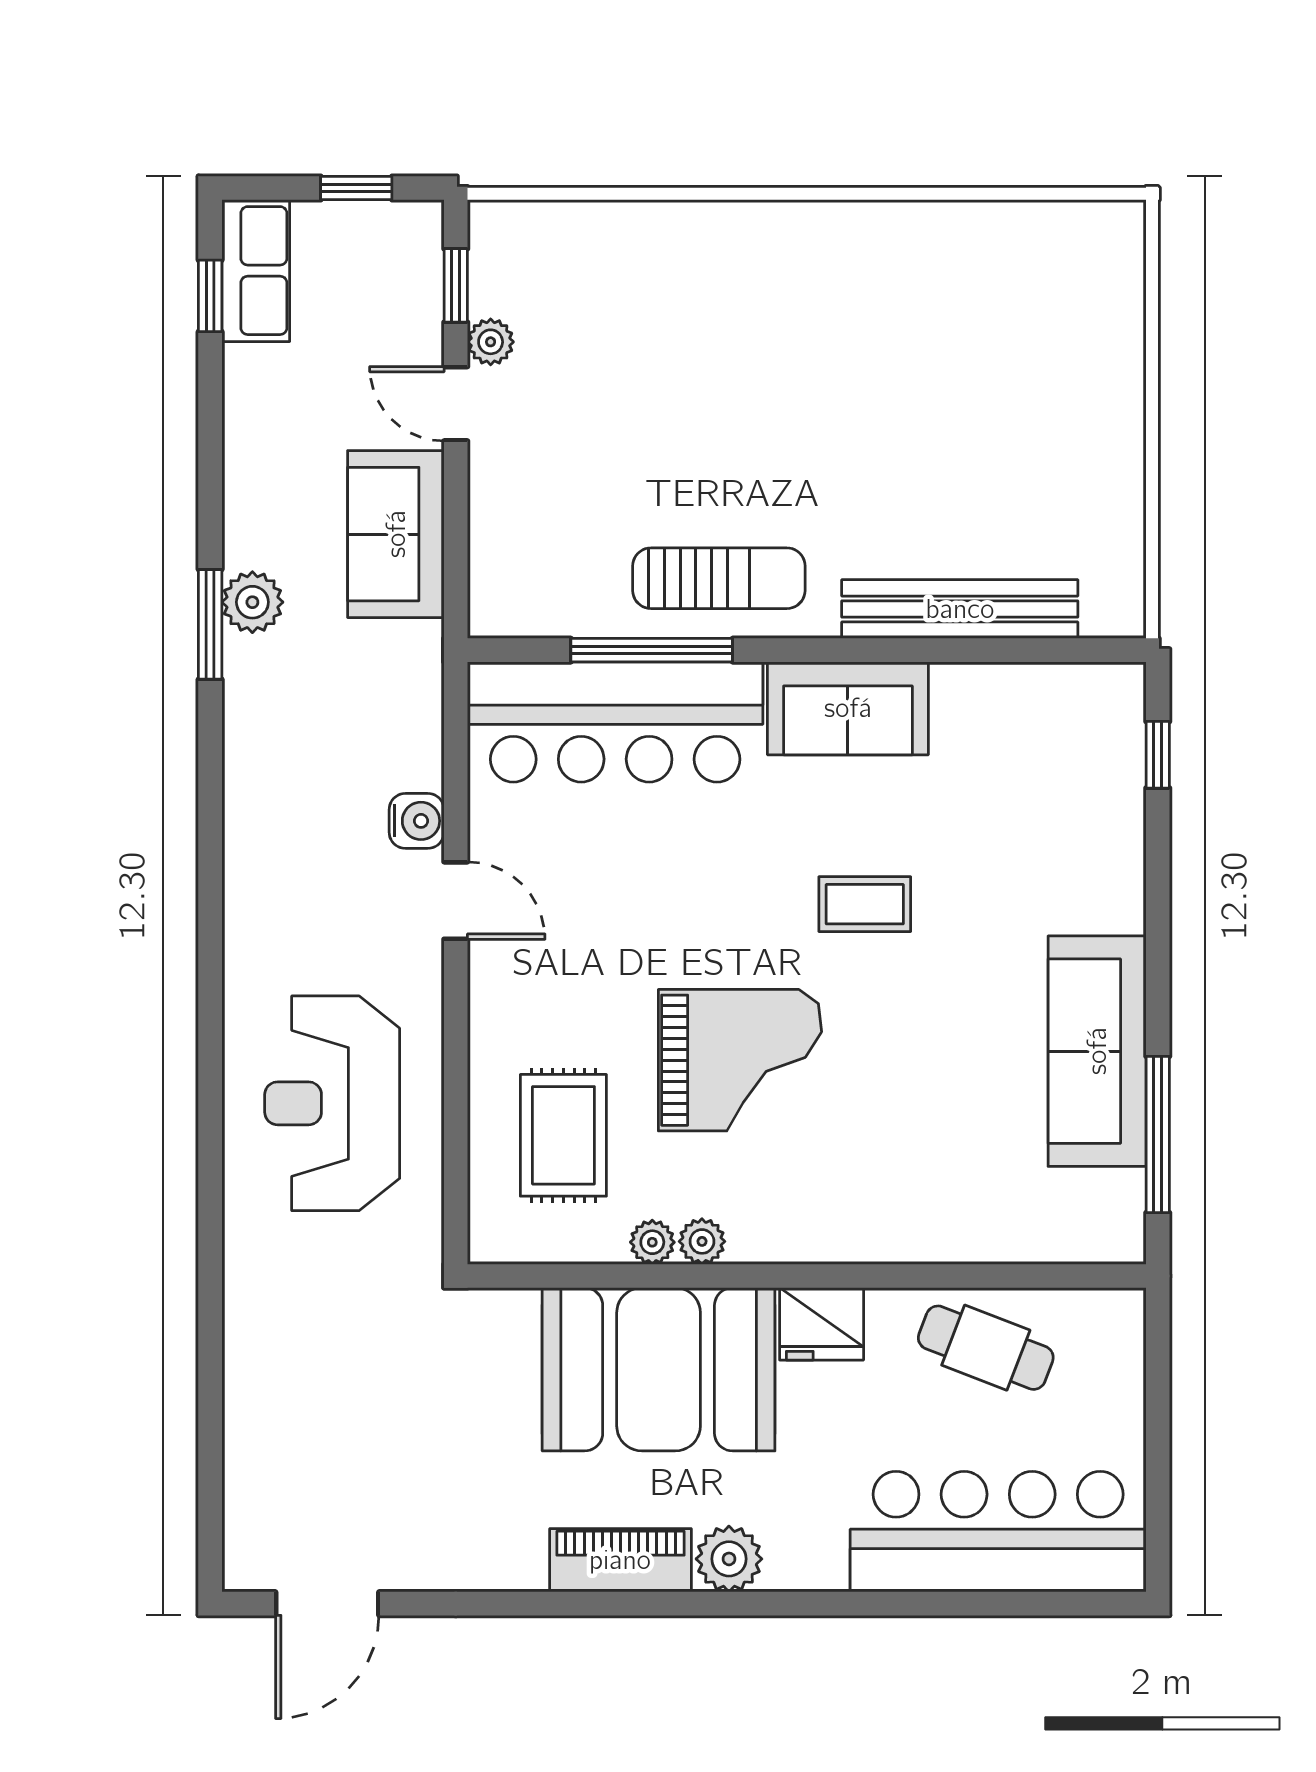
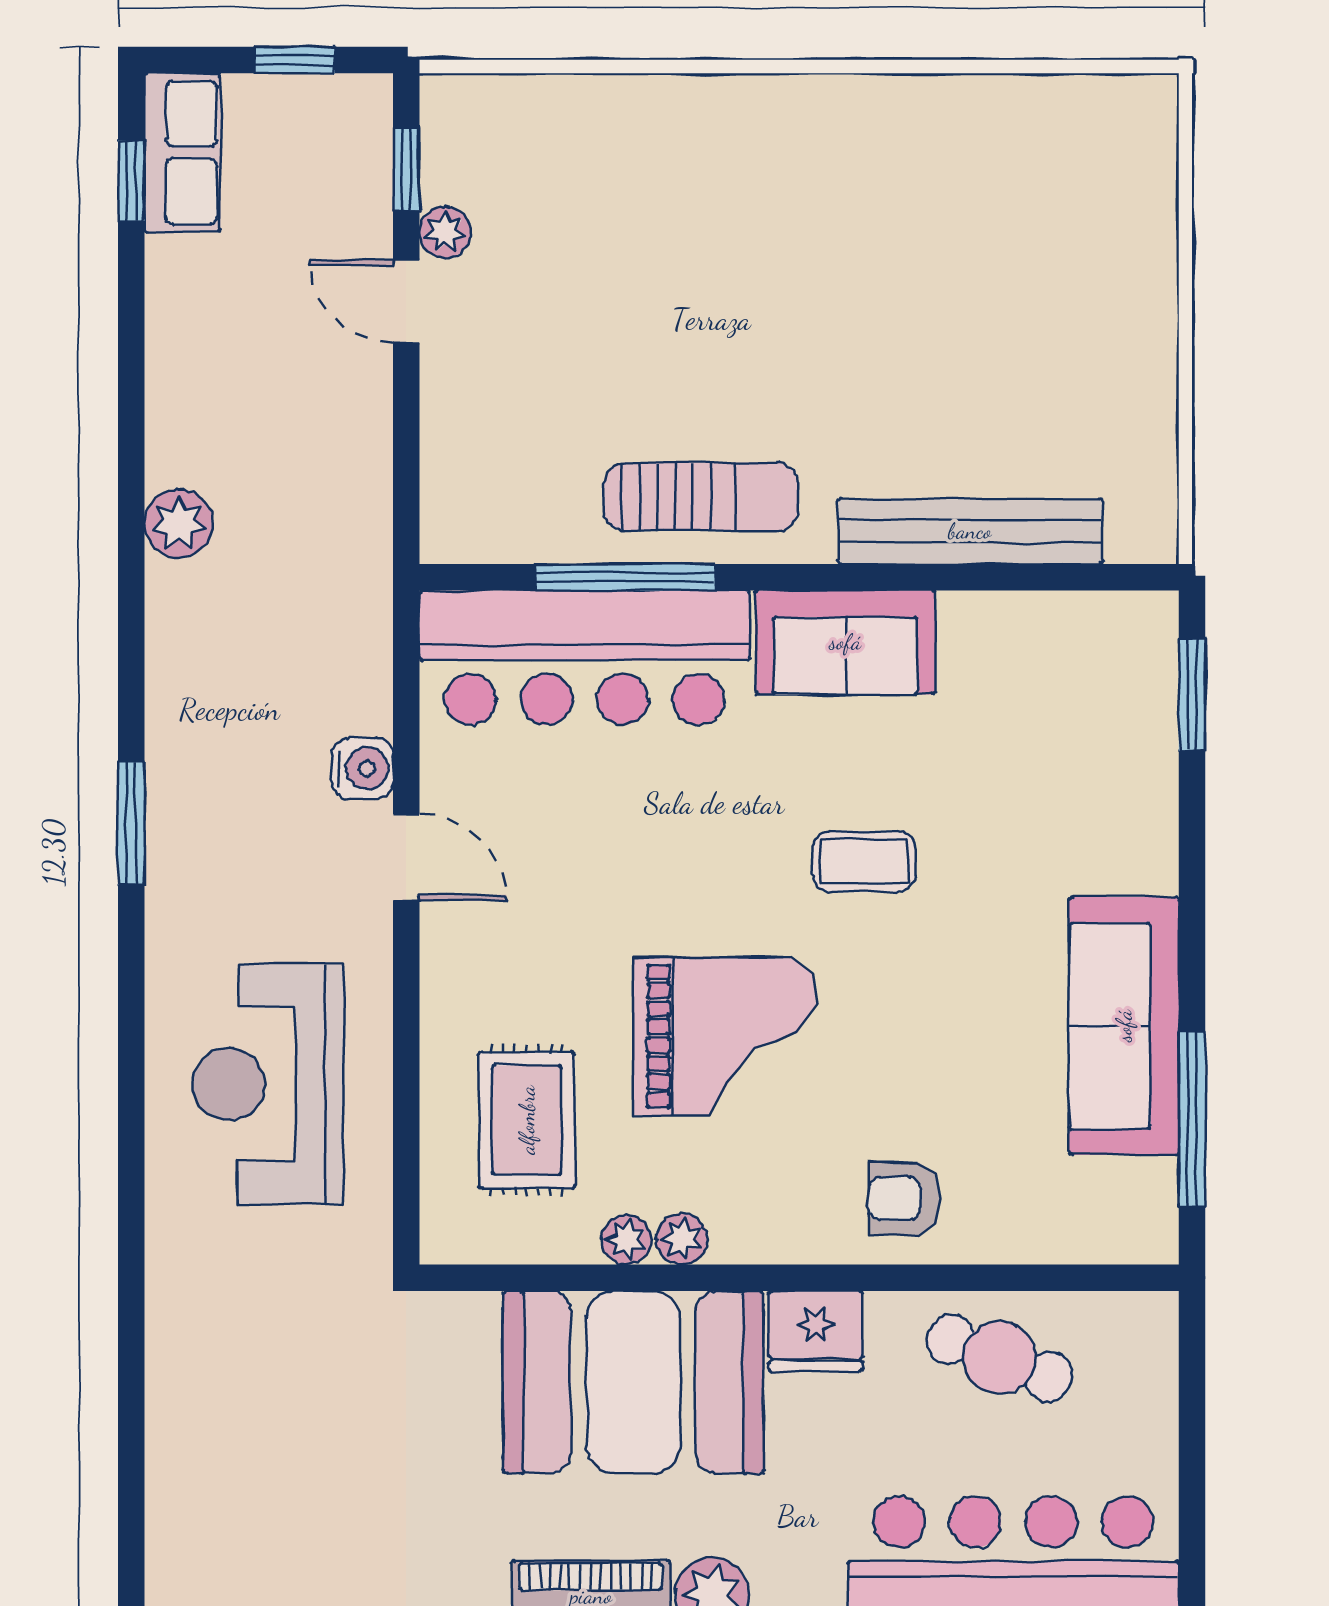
sofa: (396, 534) -> (339, 447), removed
window: (210, 624) -> (131, 823), moved
window: (1158, 755) -> (1192, 694), width x1.50
armchair: (901, 1205) -> (904, 1199), added

